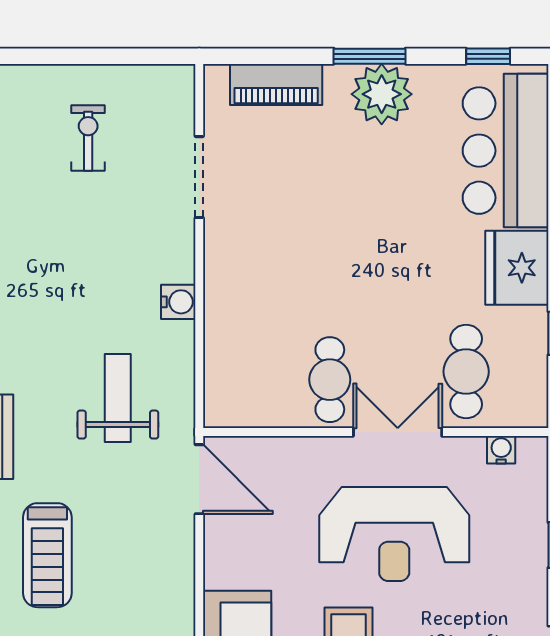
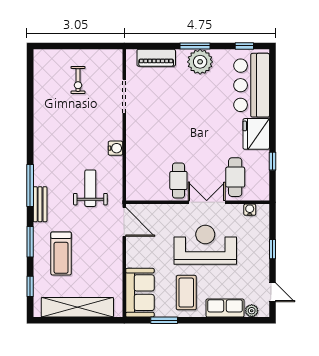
exercise bike: (88, 138) -> (78, 80), turned 180
reception desk: (394, 534) -> (205, 245), turned 180

